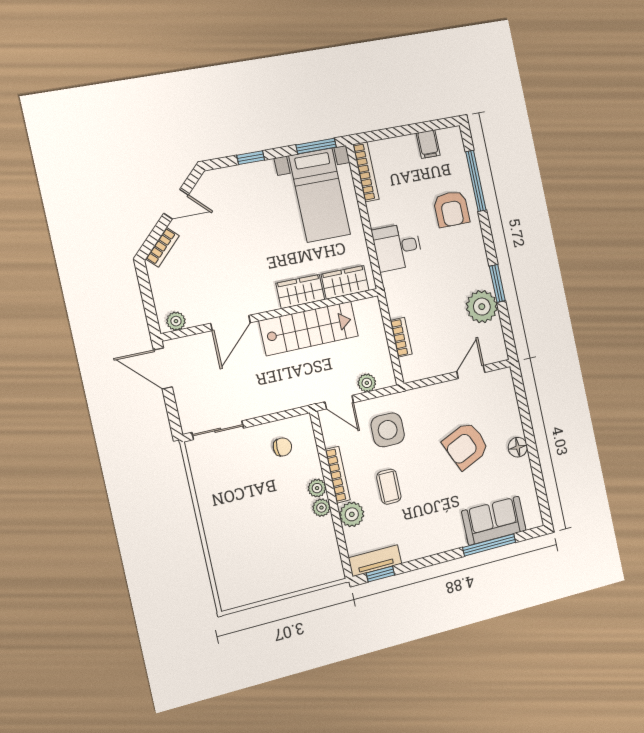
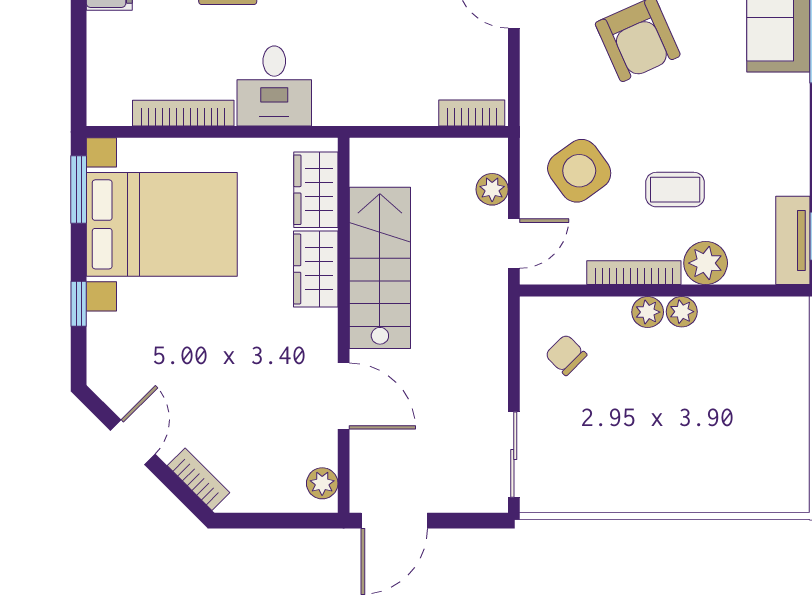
bookcase: (366, 172) -> (183, 113), moved
bed with nightstands: (320, 195) -> (162, 224), width x1.36
bookcase: (401, 337) -> (472, 113), moved
side table: (388, 430) -> (579, 171), turned -36
chair: (282, 447) -> (566, 355), turned -45

